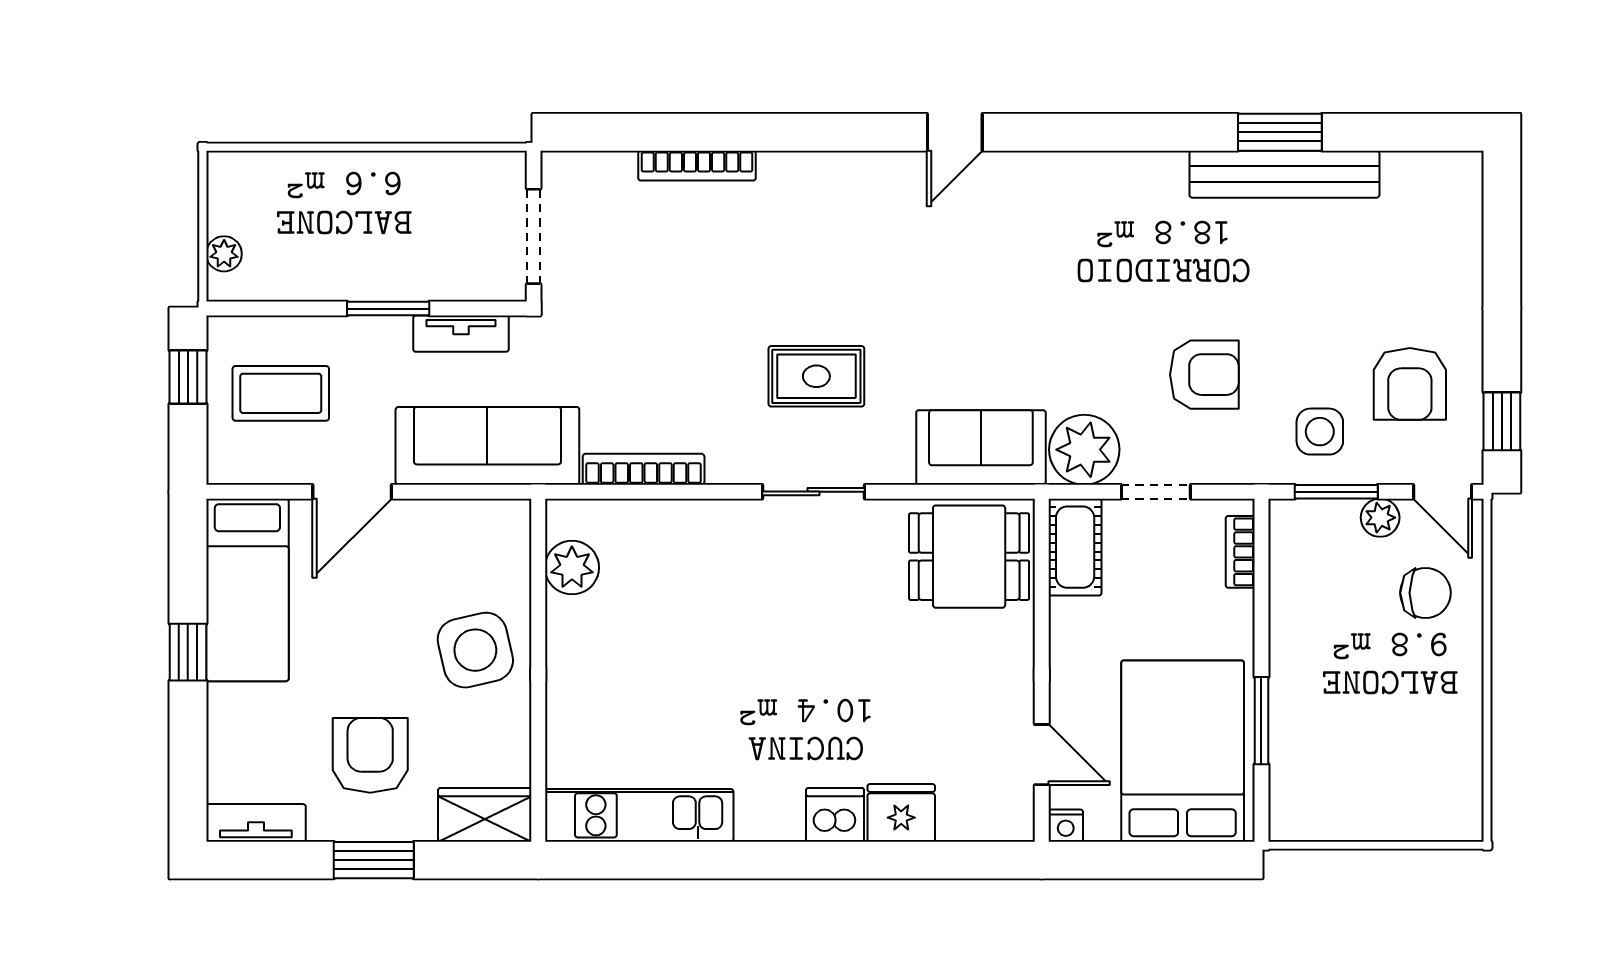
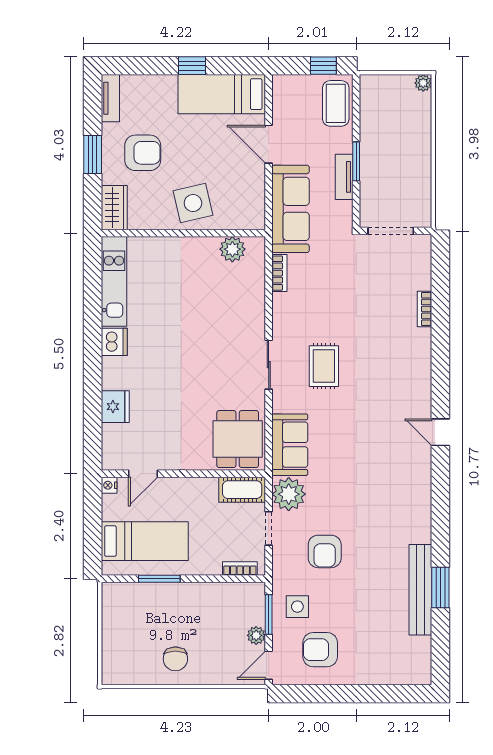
bookcase: (697, 166) -> (424, 309), width x0.64
plant: (224, 254) -> (423, 83), moved
tv unit: (461, 334) -> (344, 177), moved
coffee table: (281, 393) -> (336, 103), moved
window: (1502, 421) -> (302, 694), removed
bookcase: (644, 469) -> (279, 273), width x0.64
chair: (1425, 593) -> (175, 659), moved
bed: (1183, 751) -> (145, 541), width x0.67
dishwasher: (835, 815) -> (114, 342), moved

